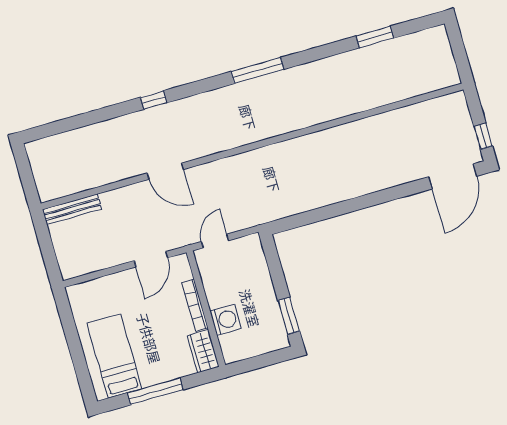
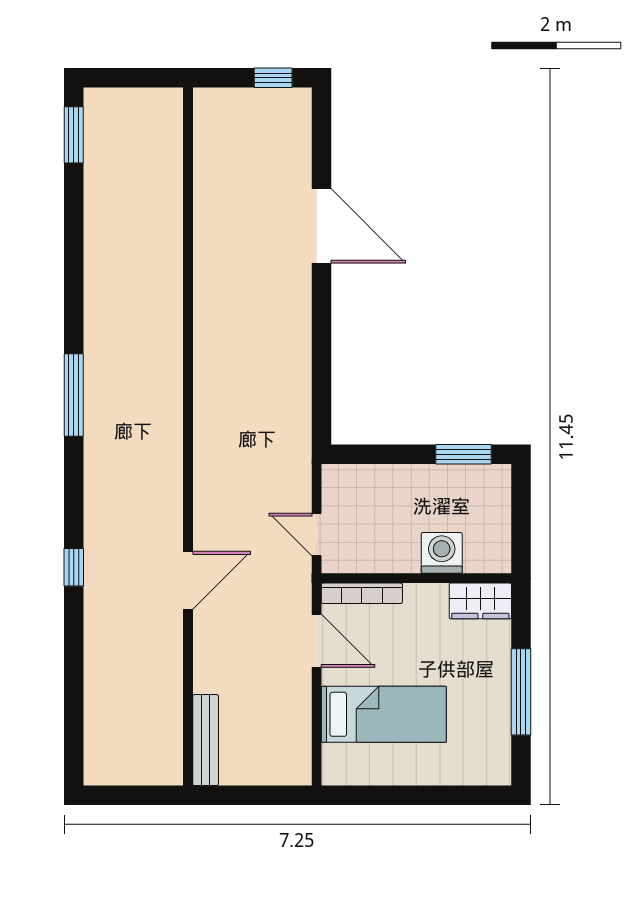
window: (375, 37) -> (74, 135), moved
door: (453, 176) -> (321, 226), moved
bookcase: (195, 305) -> (362, 593), moved
bed: (114, 356) -> (384, 714), moved, turned 180

